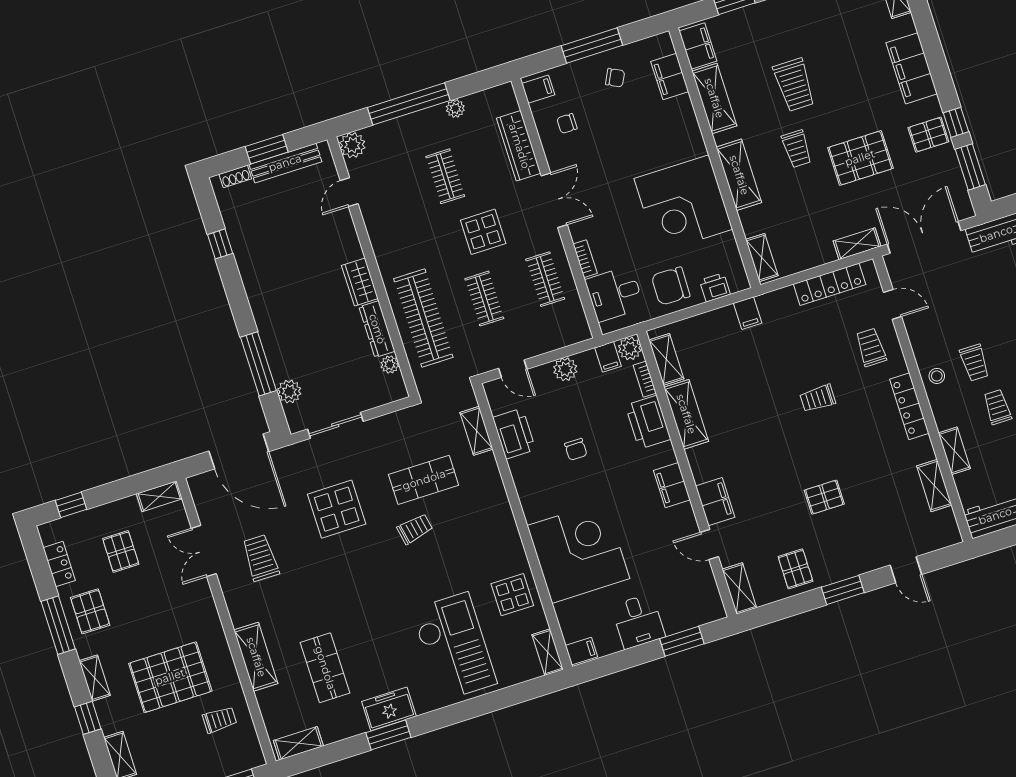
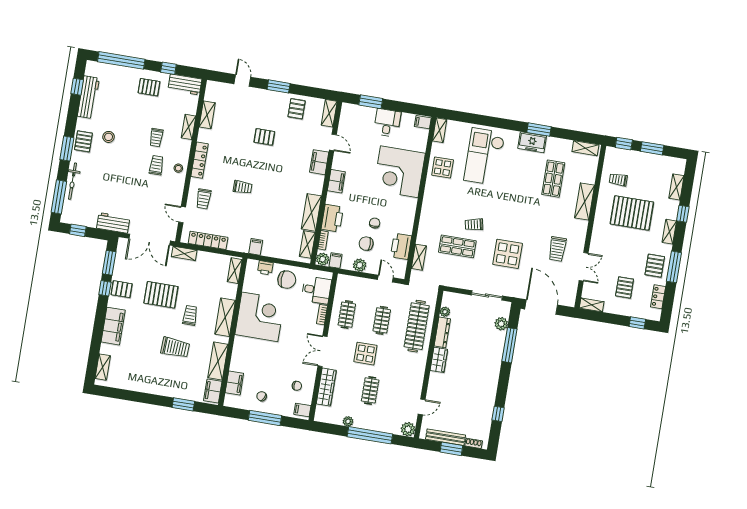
trolley: (794, 85) -> (175, 348), turned 93
chair: (573, 409) -> (366, 244), added

